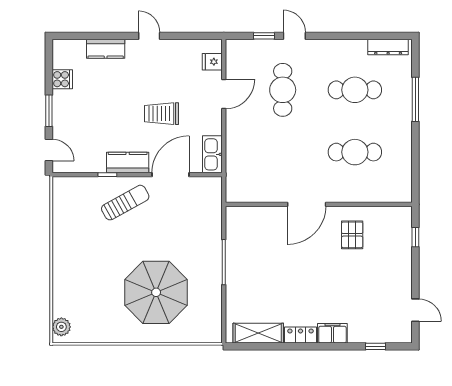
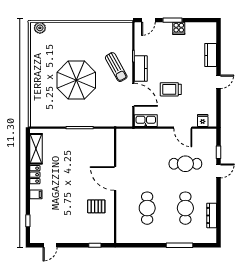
dresser: (388, 47) -> (212, 215), moved
cooker: (62, 79) -> (179, 28), moved
trolley: (162, 114) -> (171, 89), turned -90
parasol: (156, 292) -> (76, 80), moved
filing cabinet: (332, 333) -> (36, 194), width x0.50

